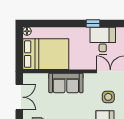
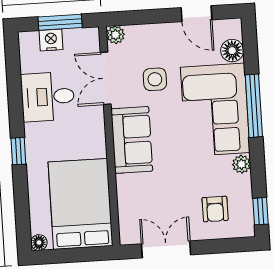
window: (93, 23) -> (18, 151), moved
sofa: (66, 83) -> (132, 140), moved

